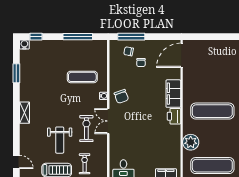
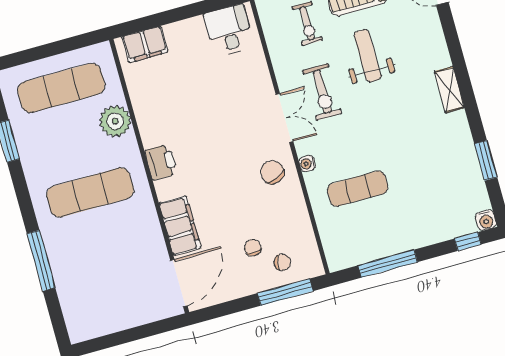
filing cabinet: (173, 94) -> (180, 226), moved

